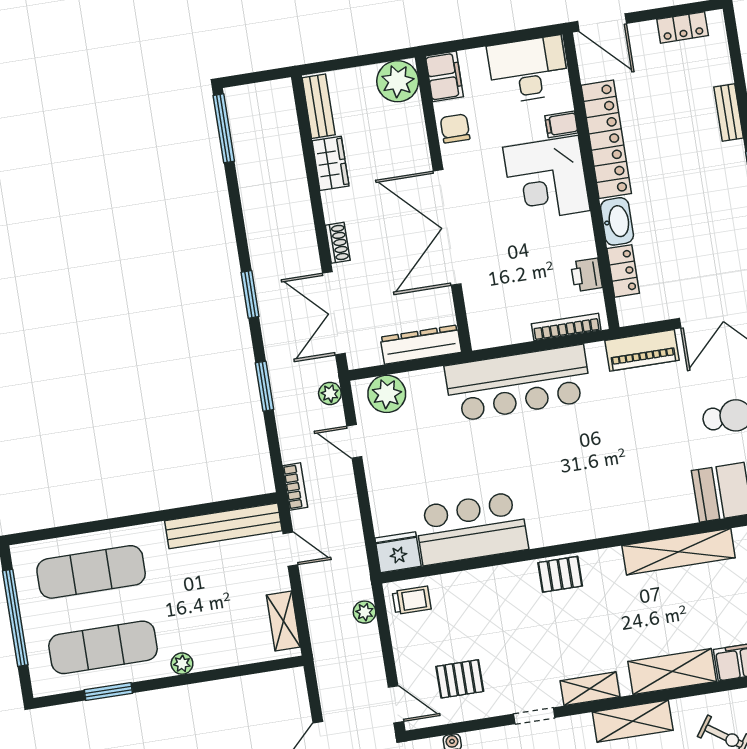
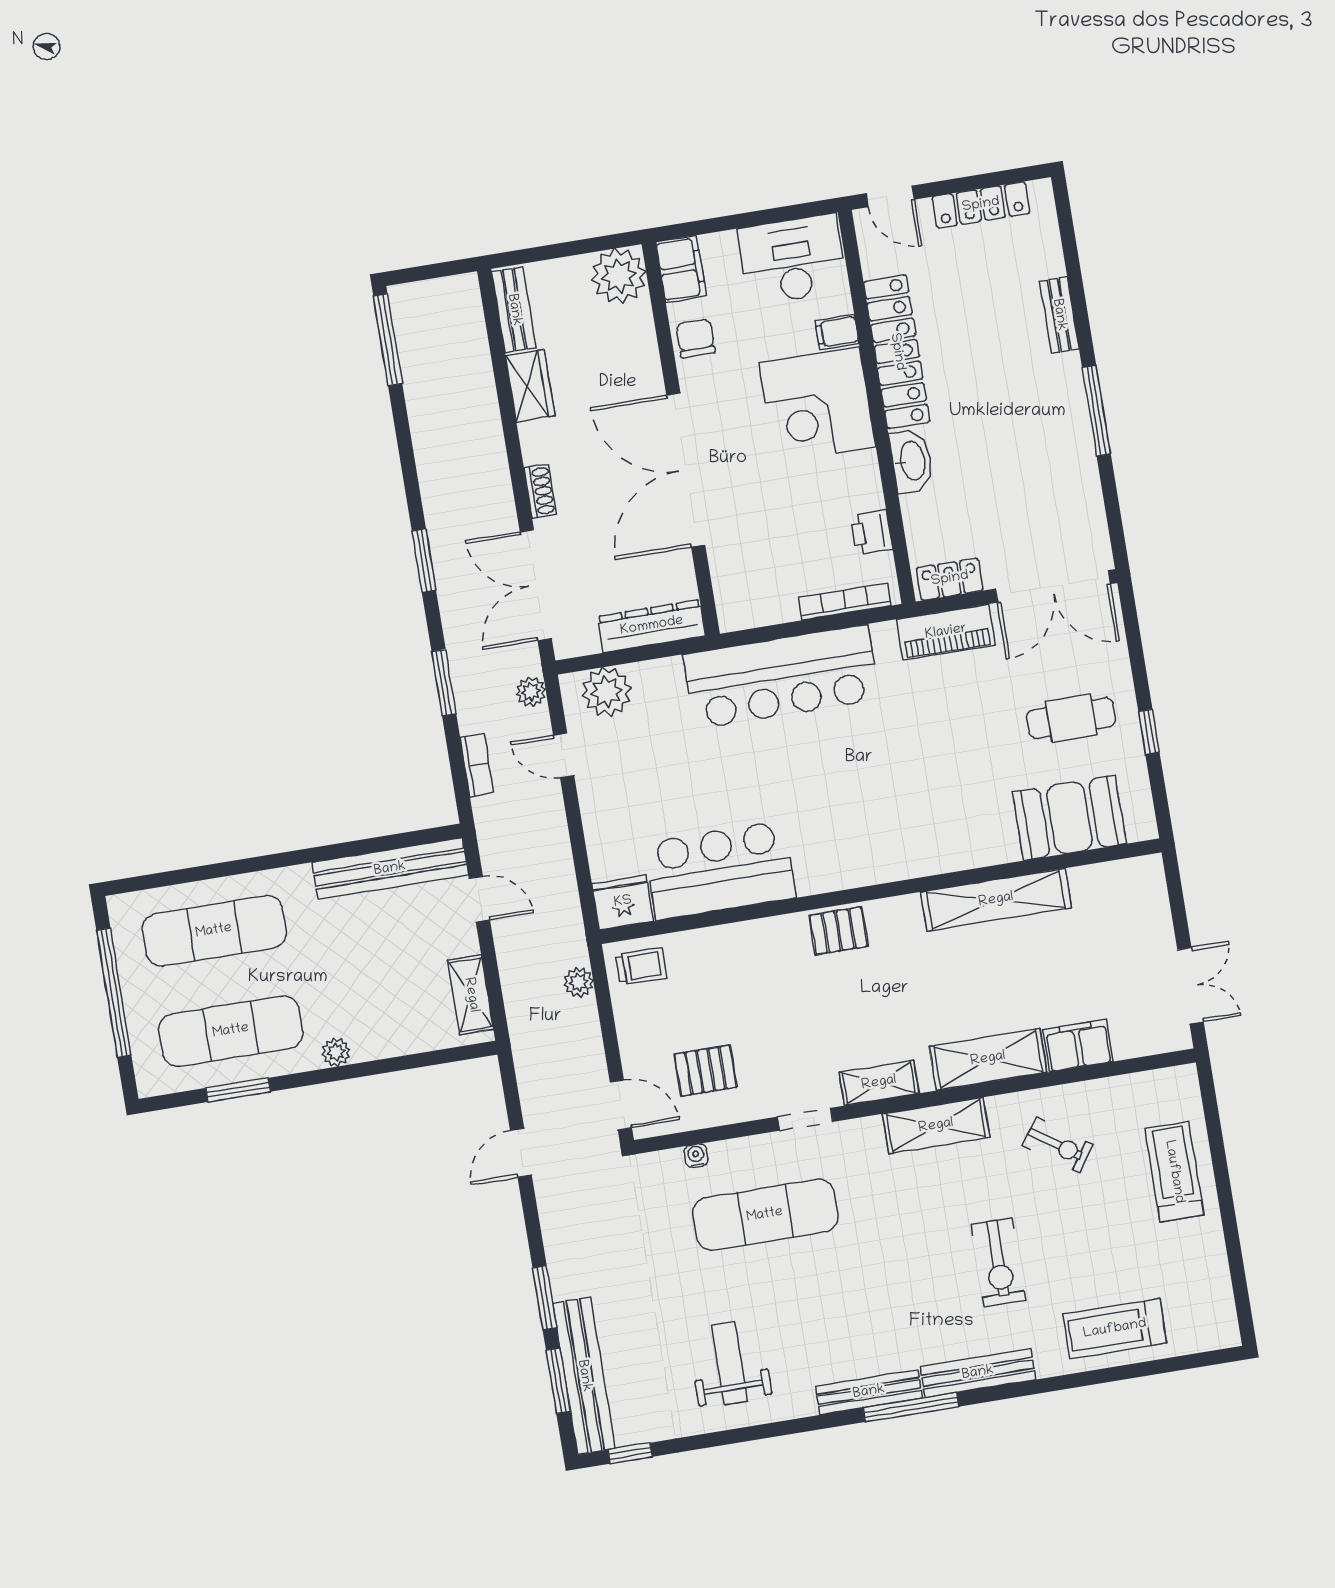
door: (602, 22) -> (890, 196), width x0.73
locker: (683, 27) -> (981, 205), width x1.53
locker: (623, 271) -> (950, 579), moved, turned -90
bookcase: (295, 487) -> (477, 765), moved

